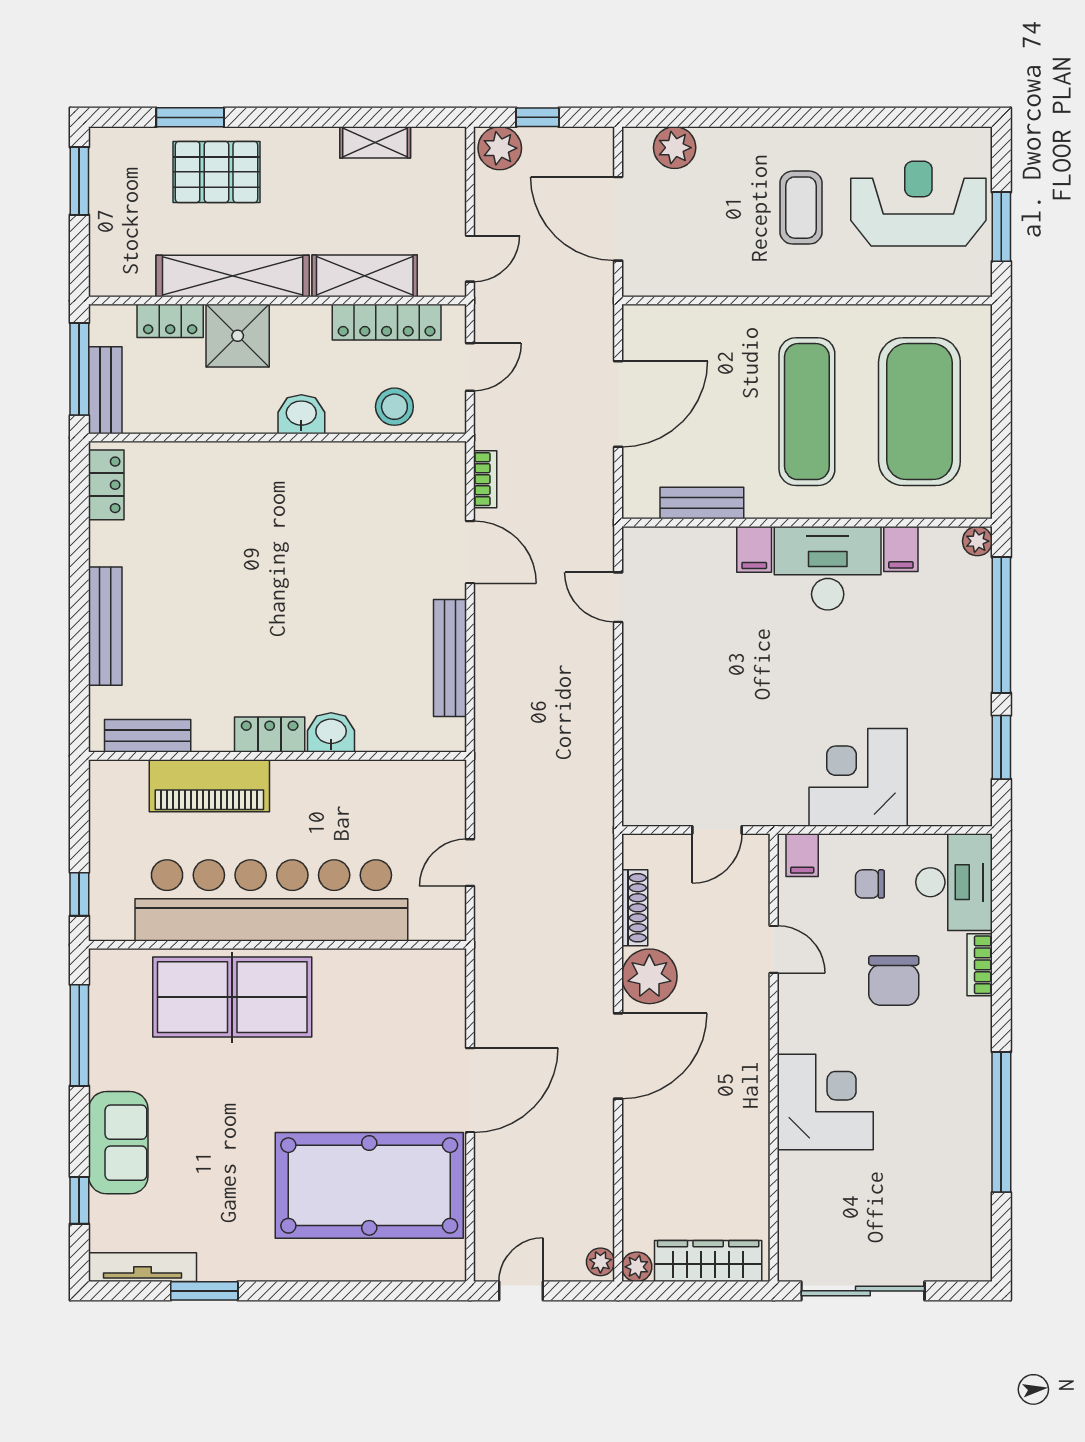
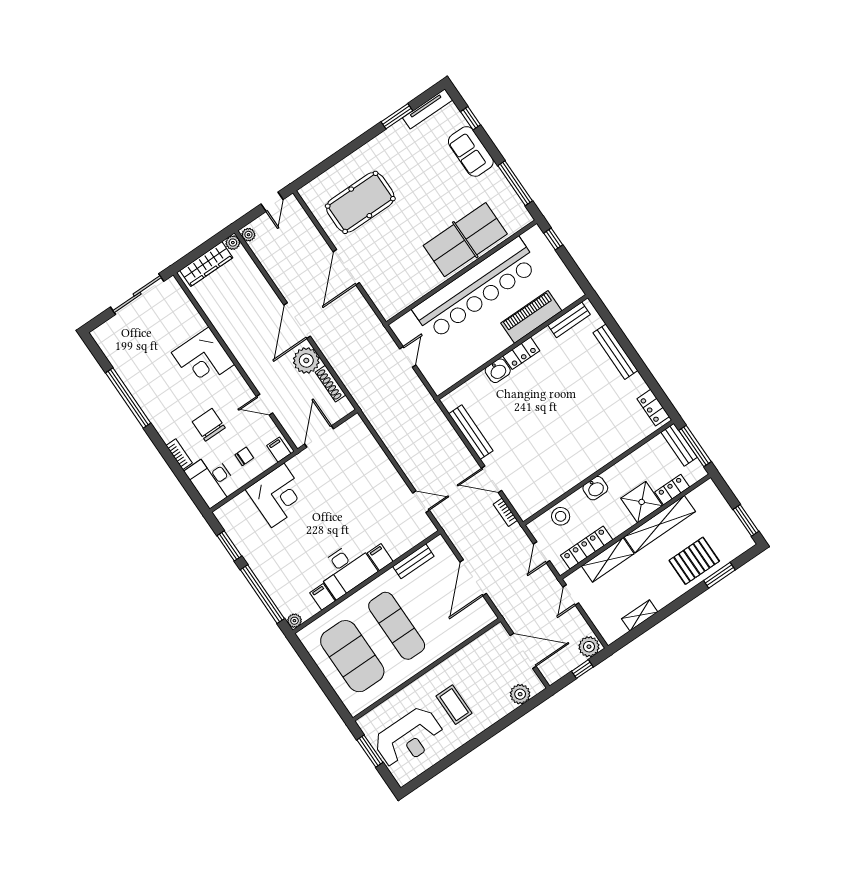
door: (717, 830) -> (319, 436), width x1.38
pool table: (369, 1185) -> (360, 202), width x0.73, depth x0.76

